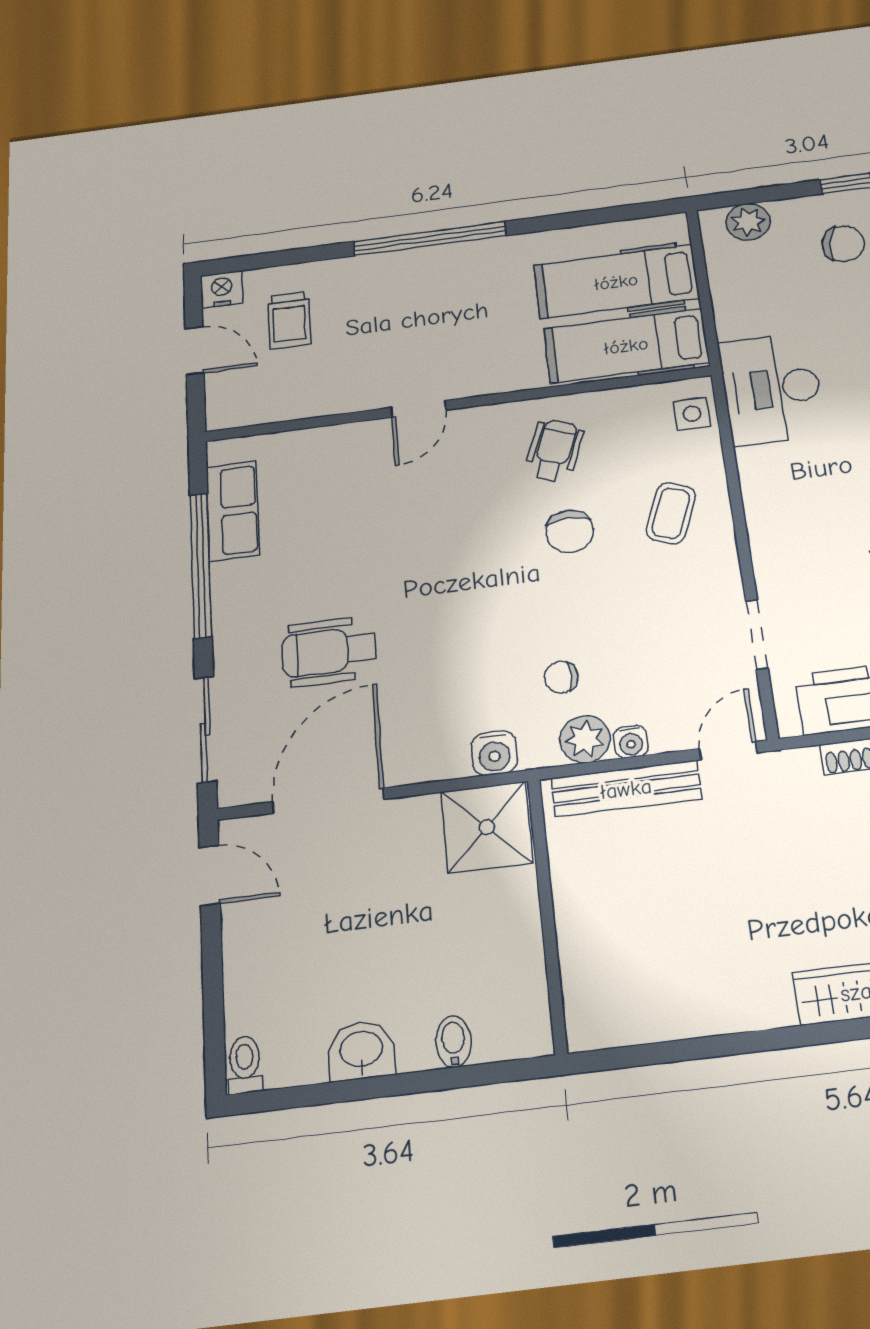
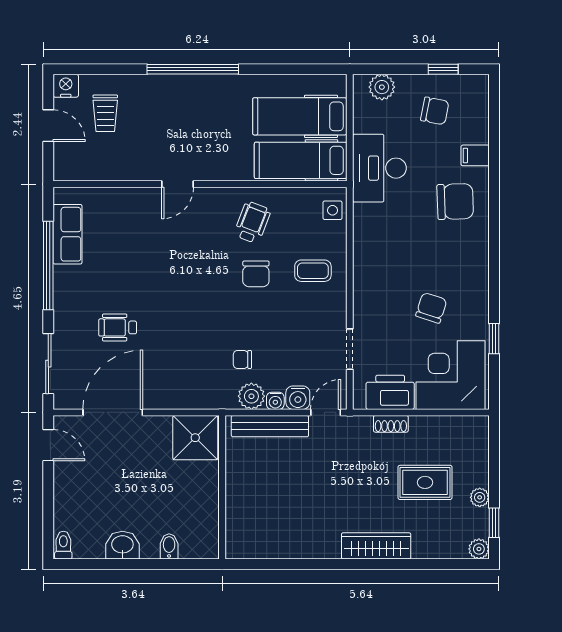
desk: (772, 389) -> (379, 168), moved
coffee table: (671, 513) -> (313, 271), turned 69
wheelchair: (329, 651) -> (118, 327), width x0.73, depth x0.73
water cooler: (494, 753) -> (298, 398), moved

